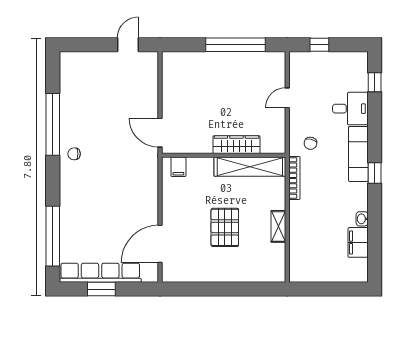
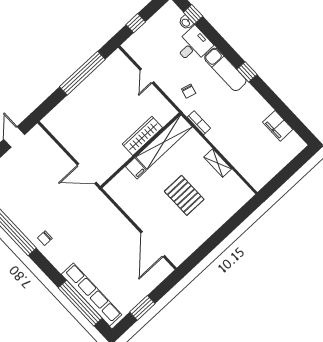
filing cabinet: (178, 167) -> (136, 168), moved
bookcase: (294, 178) -> (199, 123), width x0.64
washbasin: (362, 219) -> (186, 22), moved
row of seats: (100, 273) -> (92, 295), moved, turned 90

